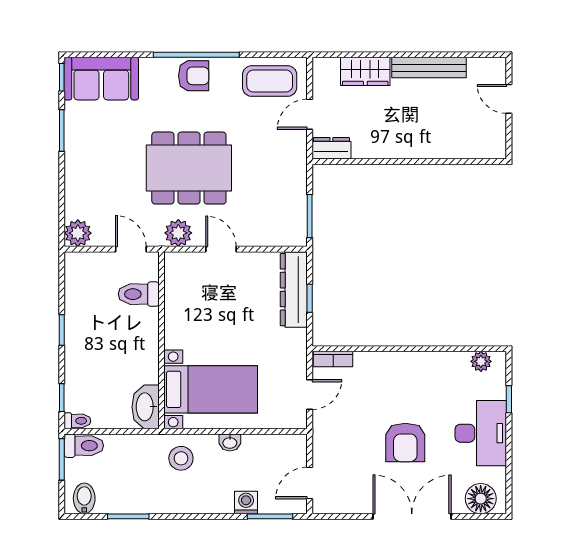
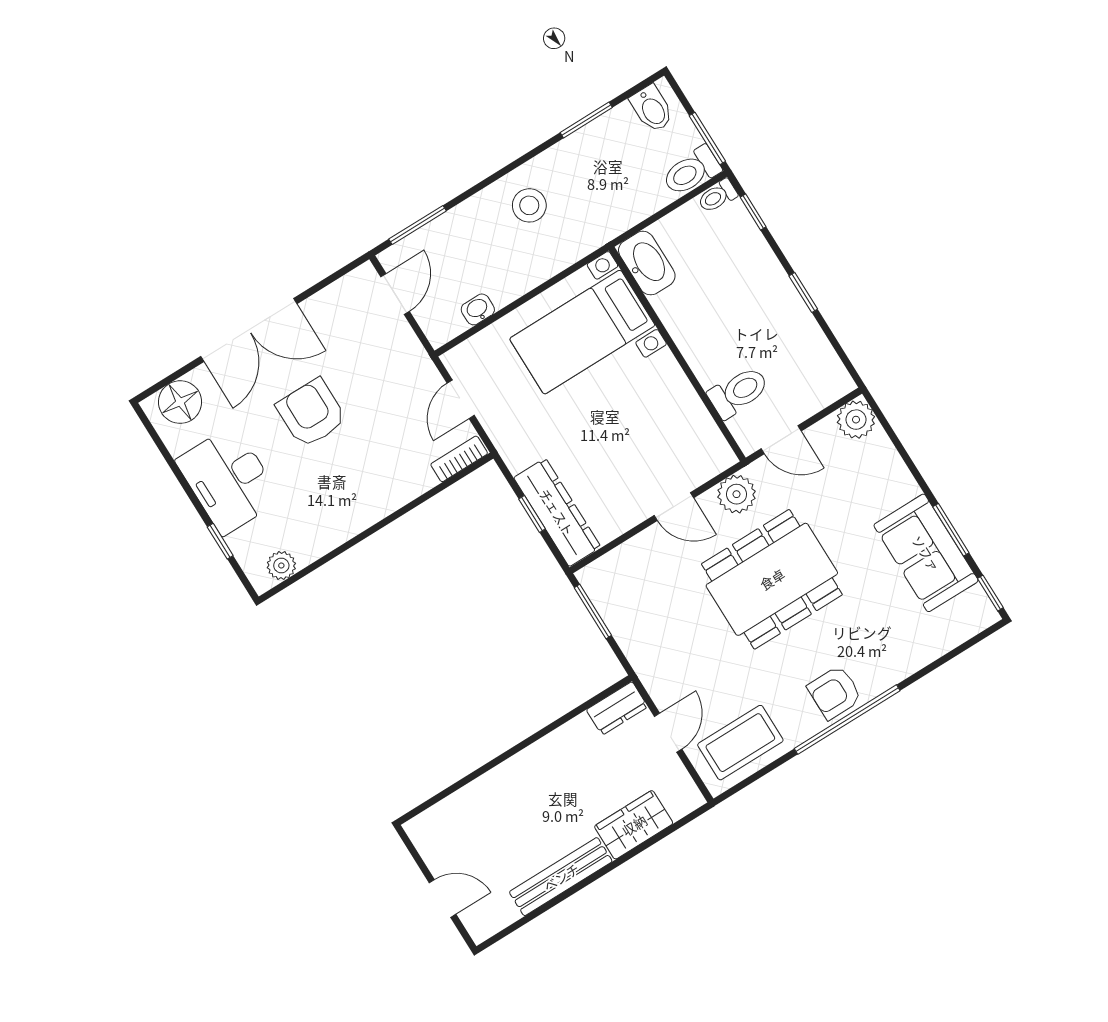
sofa: (101, 79) -> (926, 553), moved, turned -90
washbasin: (230, 442) -> (478, 309), moved
stool: (181, 458) -> (529, 205), moved
washing machine: (246, 503) -> (456, 224), removed

